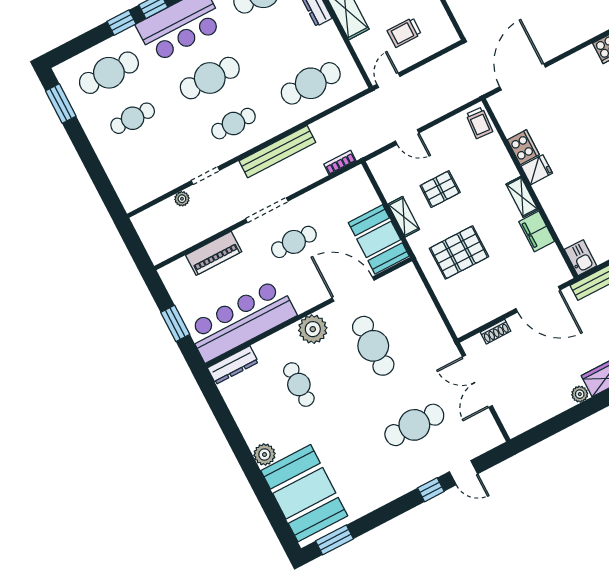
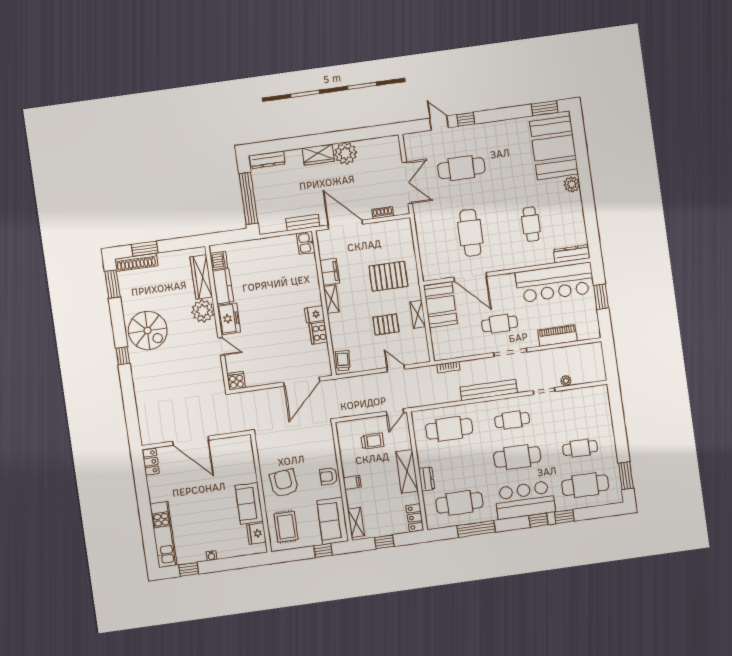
plant: (313, 329) -> (508, 259), removed
plant: (580, 394) -> (346, 153), width x1.88, depth x1.88

